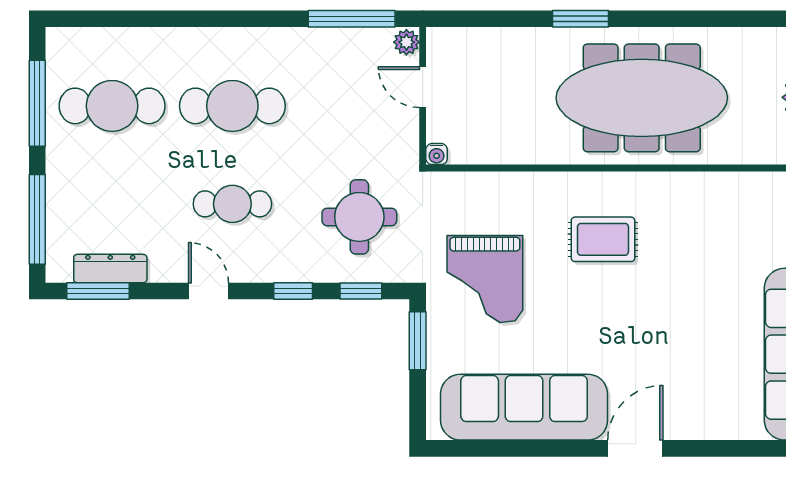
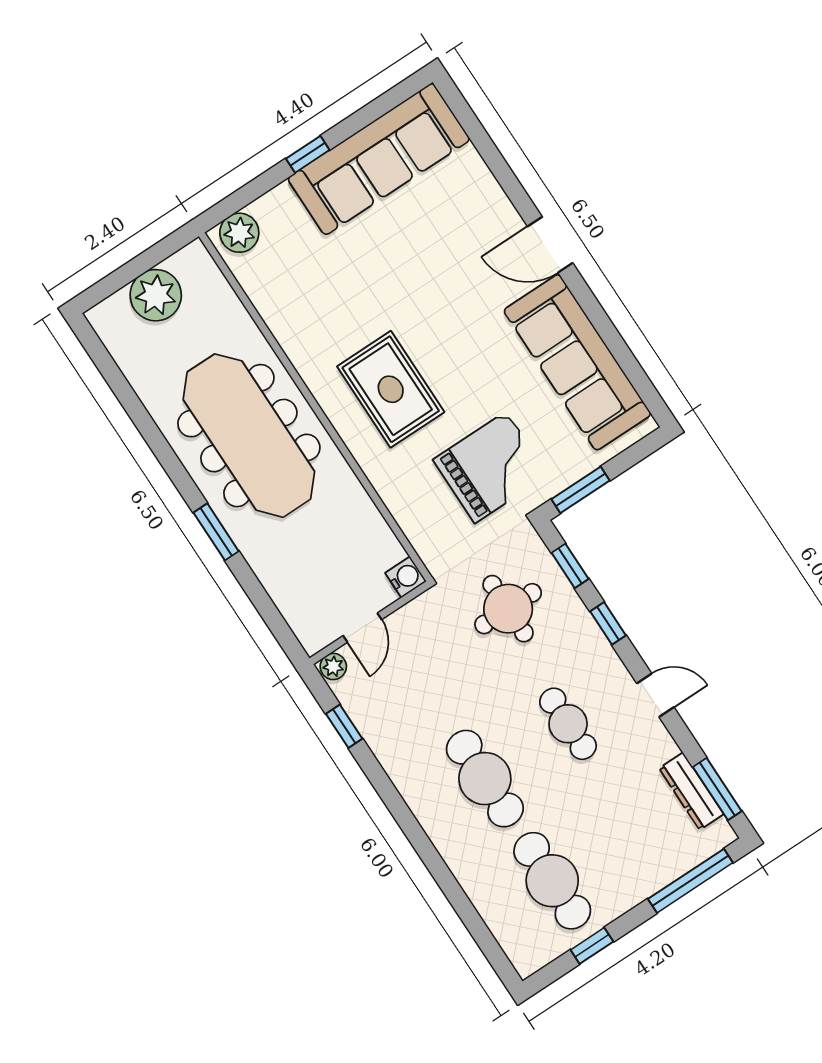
window: (352, 19) -> (344, 726), width x0.46
window: (37, 103) -> (592, 946), width x0.46
water cooler: (437, 154) -> (406, 577), width x1.38, depth x1.38
rug: (603, 239) -> (391, 389), width x1.36, depth x1.43
door: (208, 291) -> (655, 695), swing flipped

